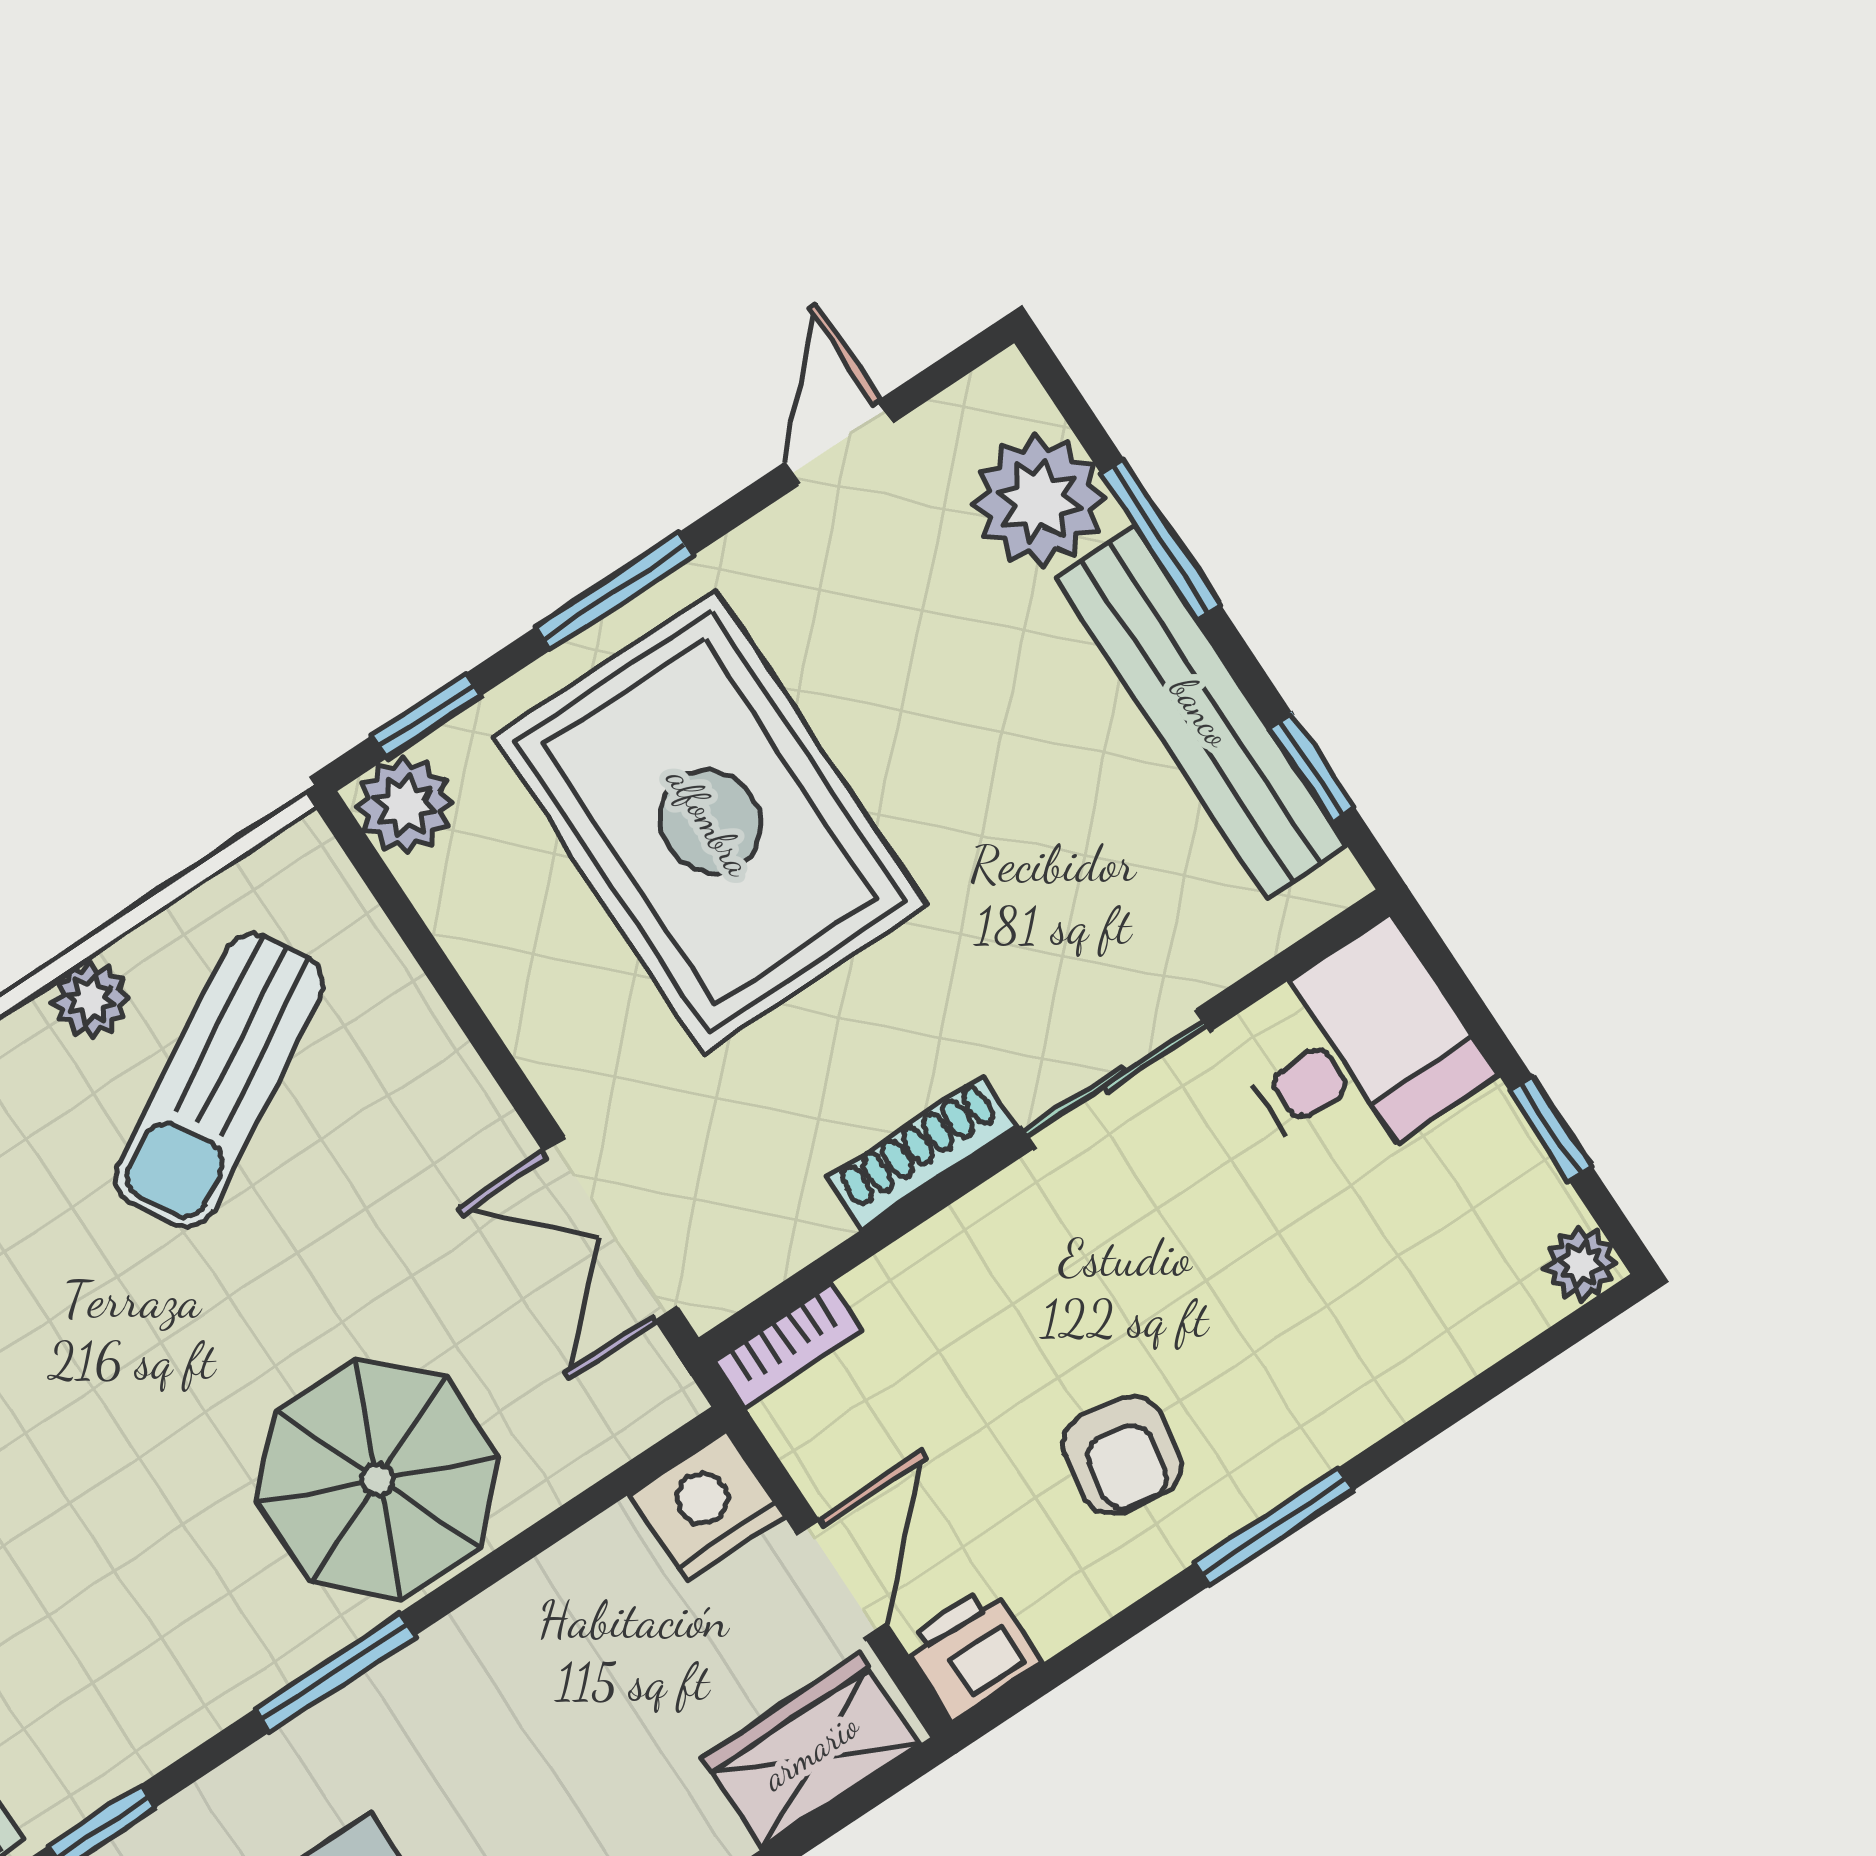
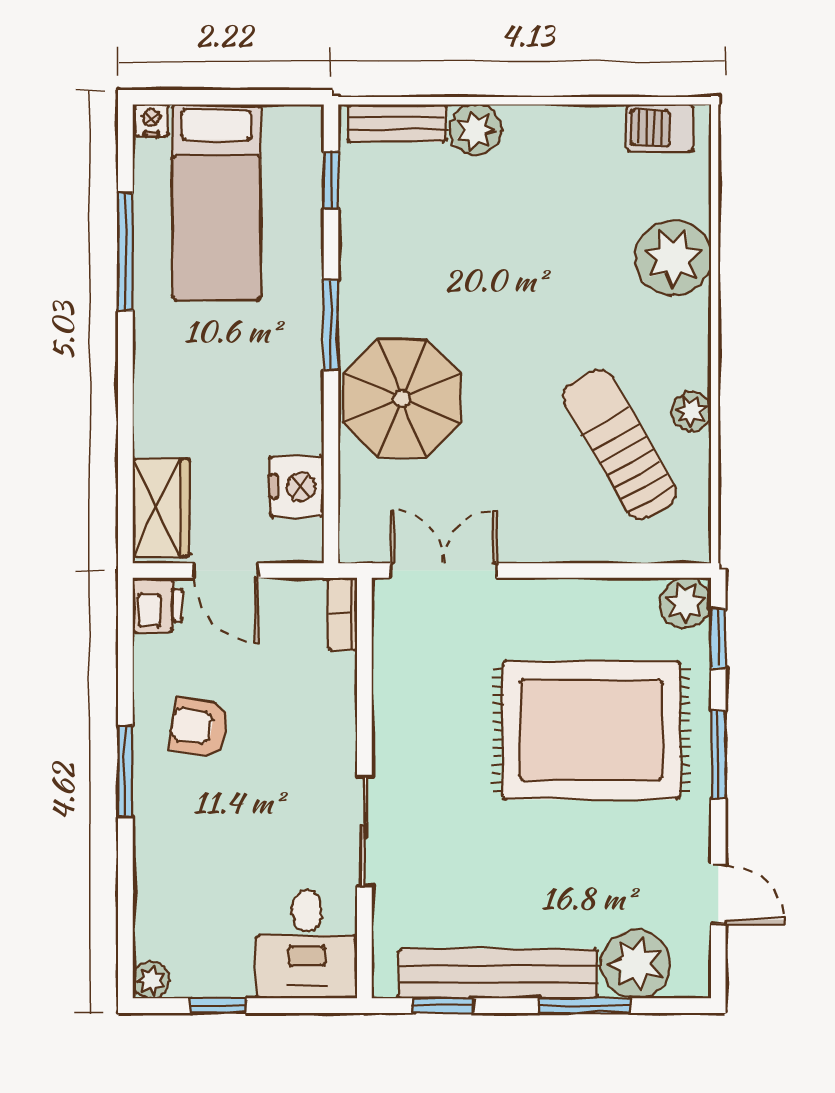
shoe rack: (922, 1152) -> (388, 727), removed
nightstand: (707, 1506) -> (297, 487), moved

